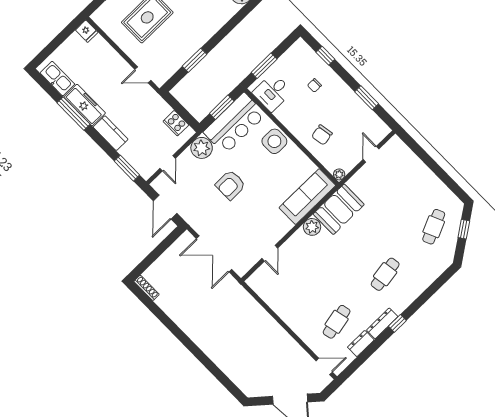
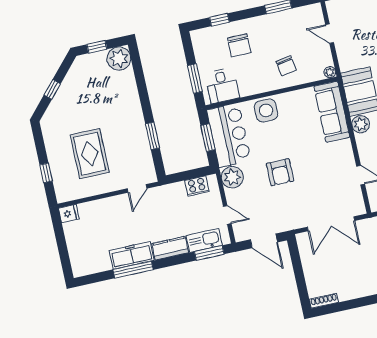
kitchen sink: (57, 79) -> (204, 240), moved
chair: (314, 85) -> (239, 45), width x1.87, depth x1.87

